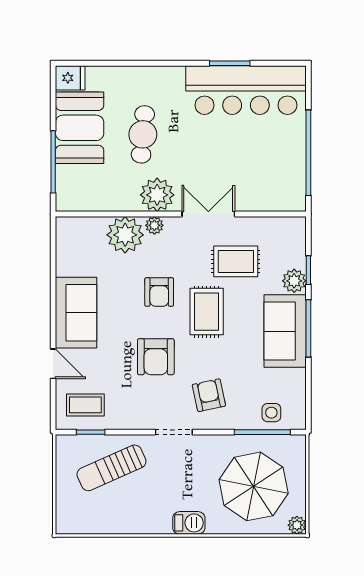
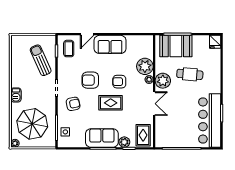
booth: (80, 128) -> (176, 46), moved
rug: (236, 261) -> (143, 135), moved

